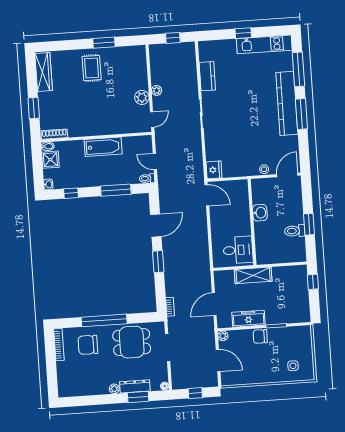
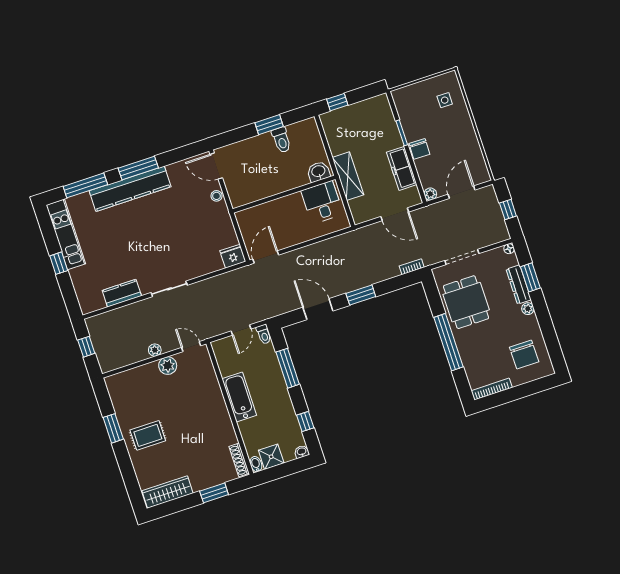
washbasin: (260, 213) -> (318, 172), moved
chair: (88, 345) -> (524, 355), moved

